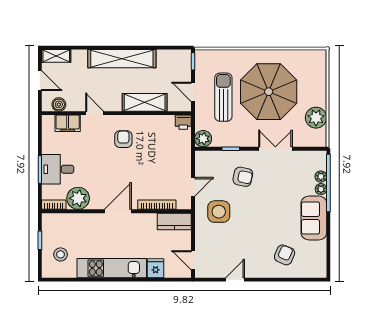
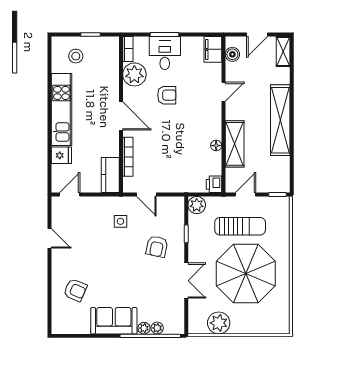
floor lamp: (146, 120) -> (216, 146), added
filing cabinet: (68, 123) -> (213, 49), moved
armchair: (123, 139) -> (167, 95), moved
side table: (219, 212) -> (120, 221), width x0.54, depth x0.54

